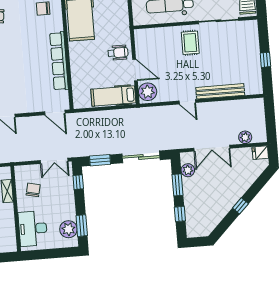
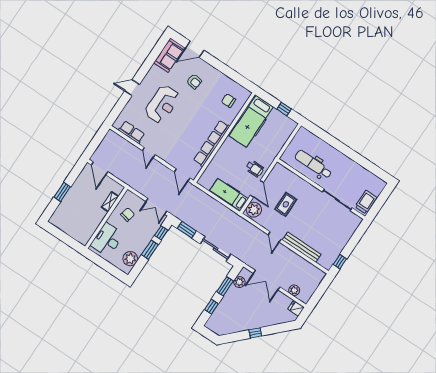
rug: (190, 43) -> (286, 204), moved
window: (265, 60) -> (340, 262), moved
window: (82, 226) -> (150, 250), moved

